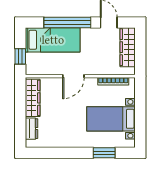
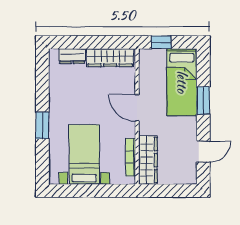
window: (67, 22) -> (203, 100), width x0.47
wardrobe: (128, 47) -> (148, 160), moved, turned 90
window: (104, 153) -> (42, 125), moved

